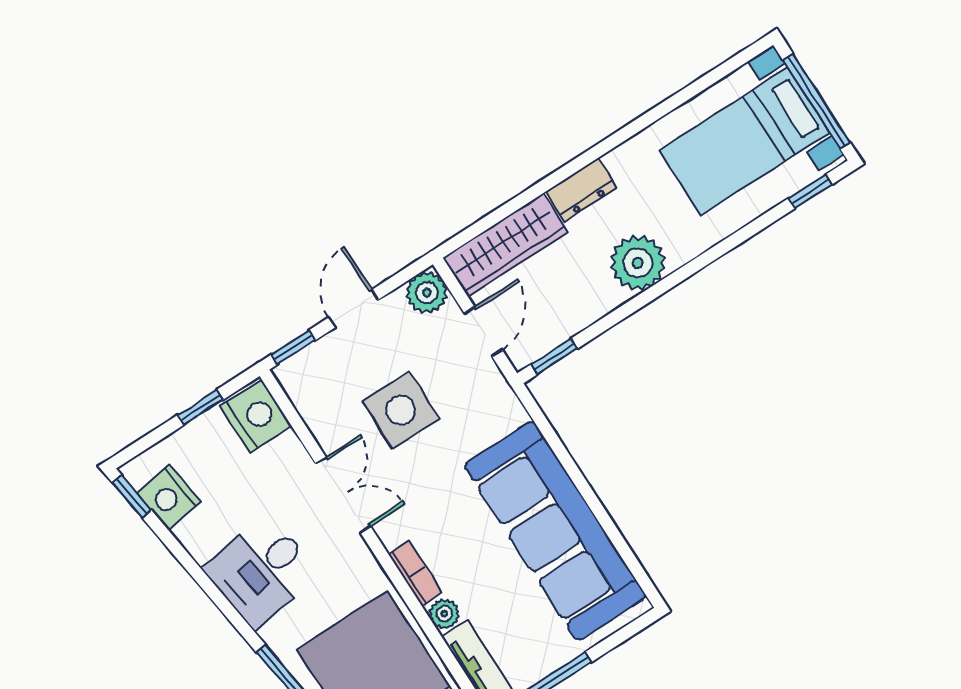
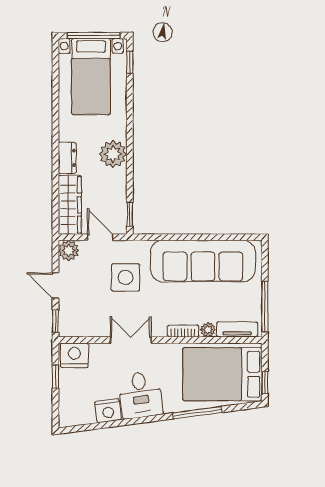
side table: (401, 410) -> (126, 277), moved
window: (132, 496) -> (74, 429), removed
nightstand: (169, 497) -> (108, 411), moved

